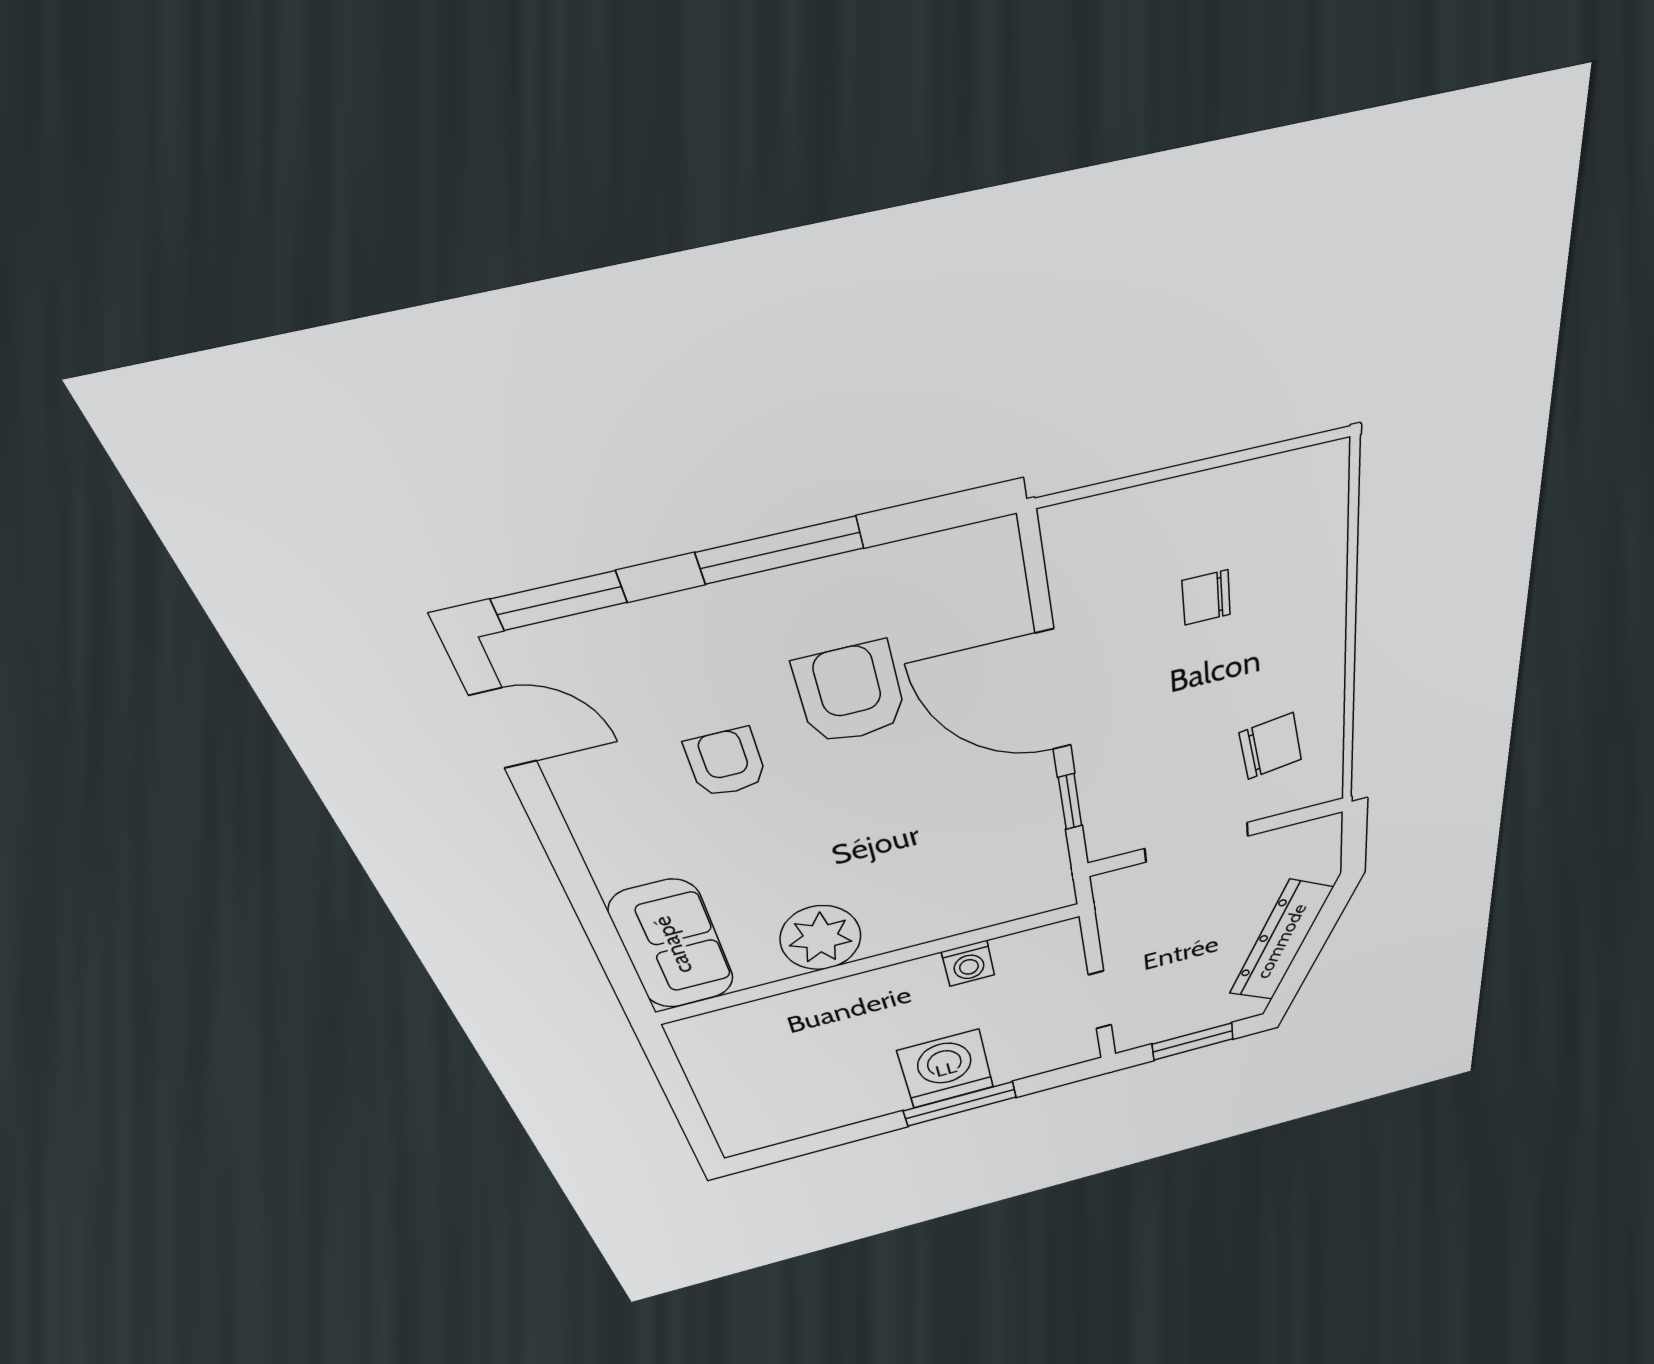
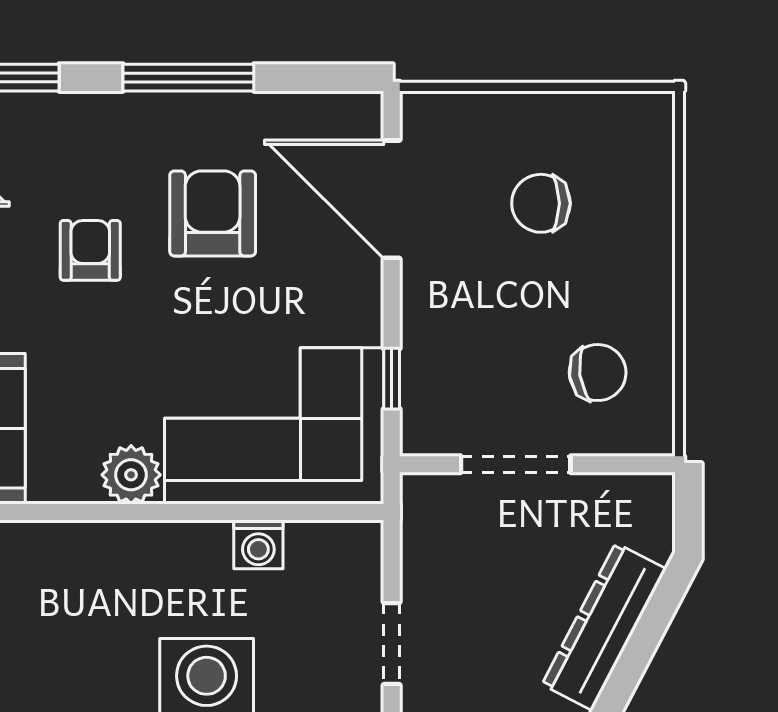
chair: (1206, 598) -> (541, 203), width x1.37, depth x1.37
door: (1053, 691) -> (392, 199), moved
corner sofa: (962, 870) -> (274, 426), added
plant: (821, 938) -> (131, 475), width x0.73, depth x0.73

